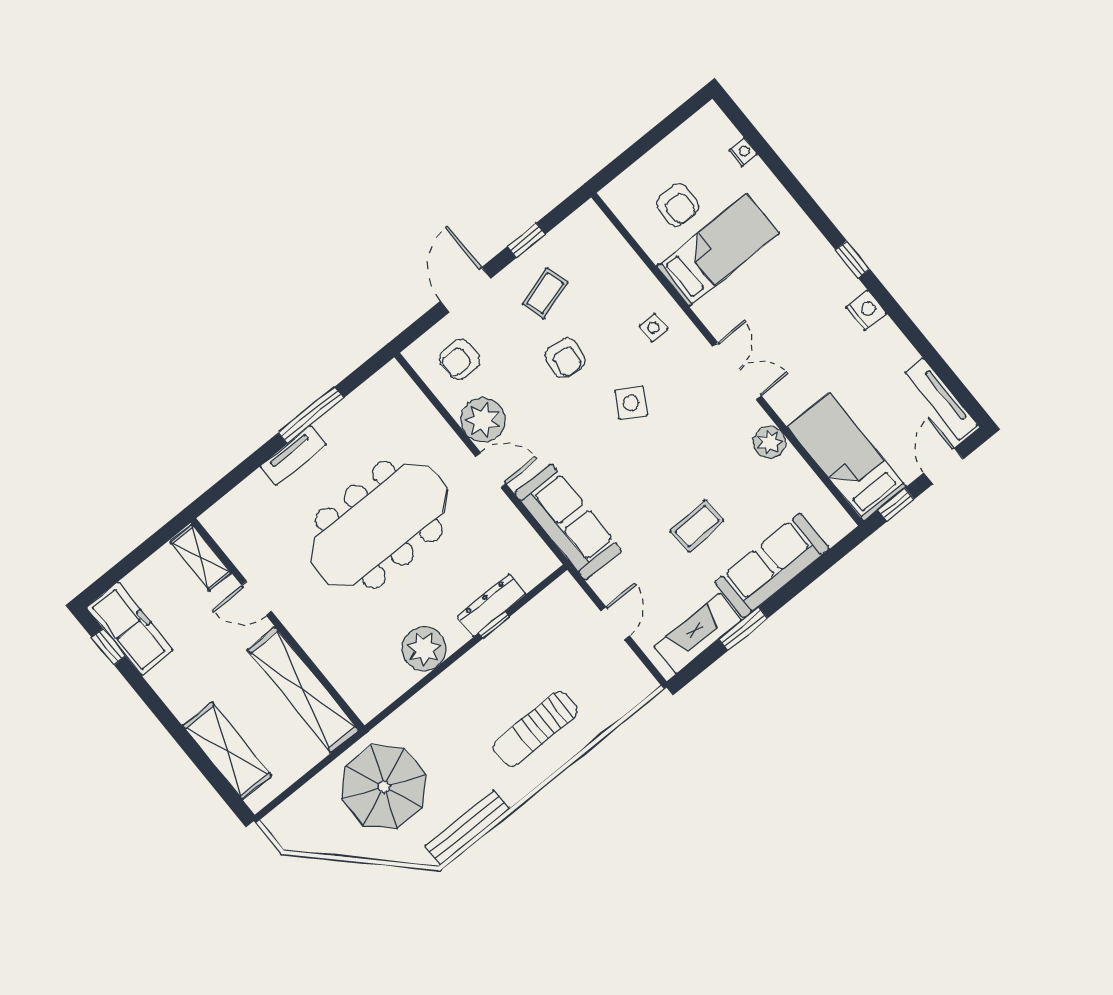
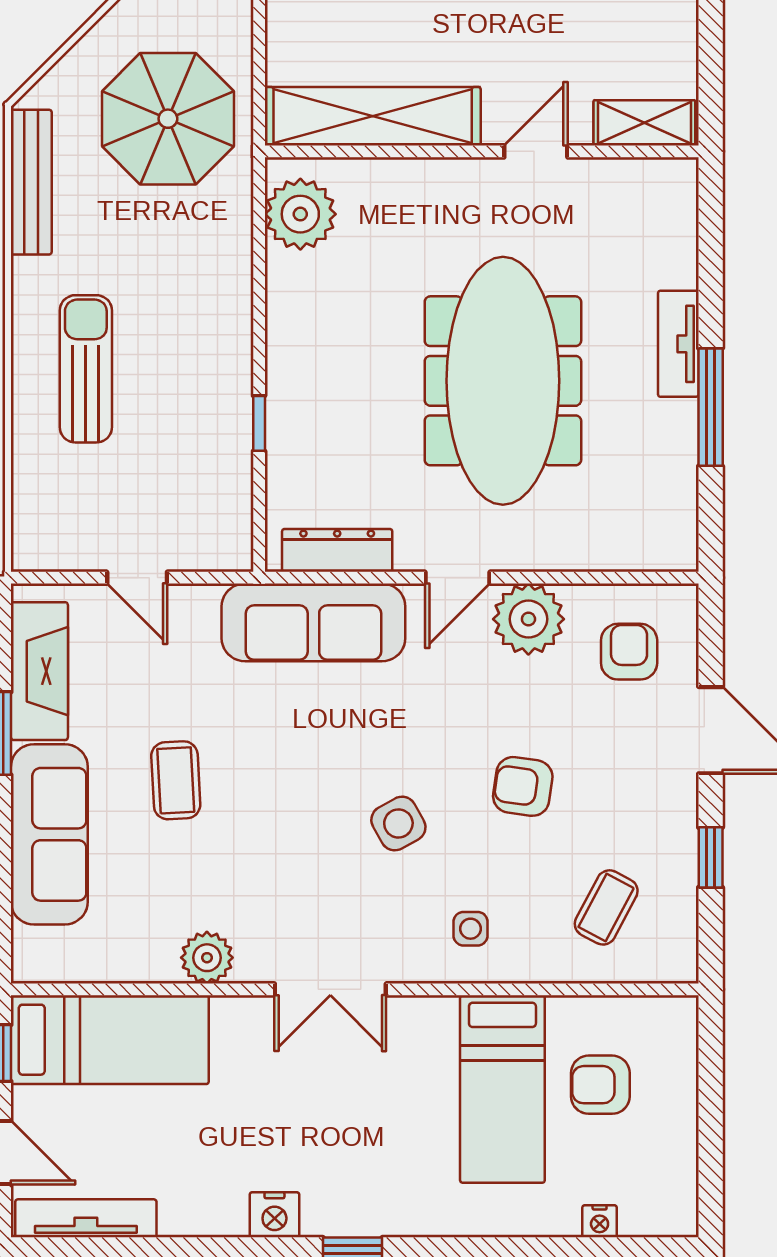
coffee table: (545, 293) -> (606, 907), moved, turned 45
side table: (631, 403) -> (398, 824), turned 31
dresser: (491, 605) -> (337, 550), moved, turned -90
plant: (424, 649) -> (300, 214), moved

